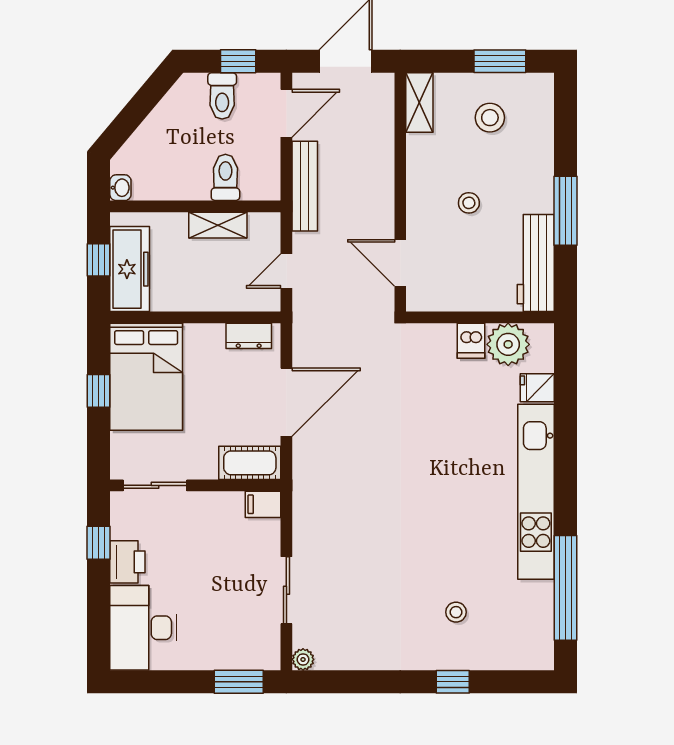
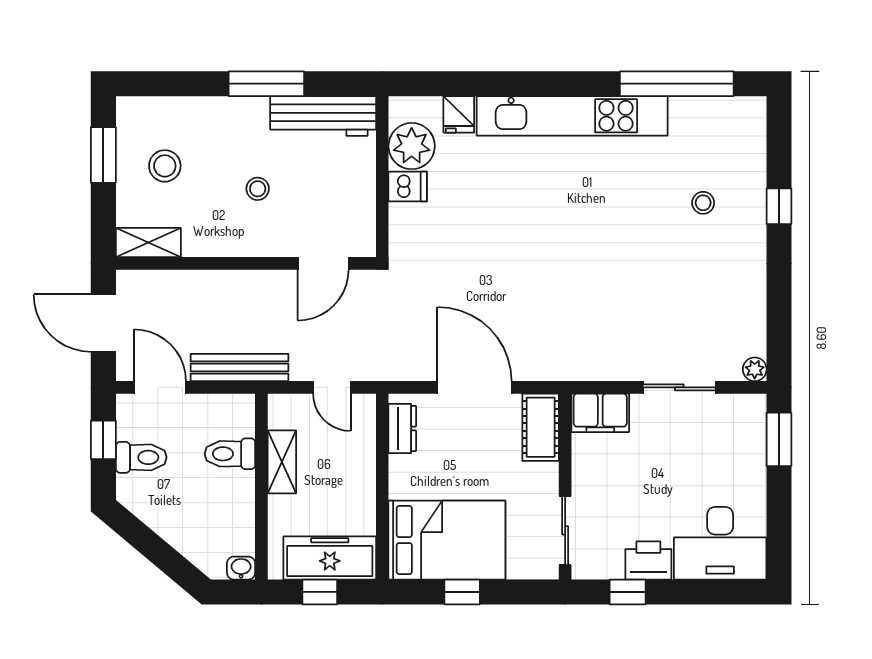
filing cabinet: (263, 504) -> (600, 413), width x2.00

